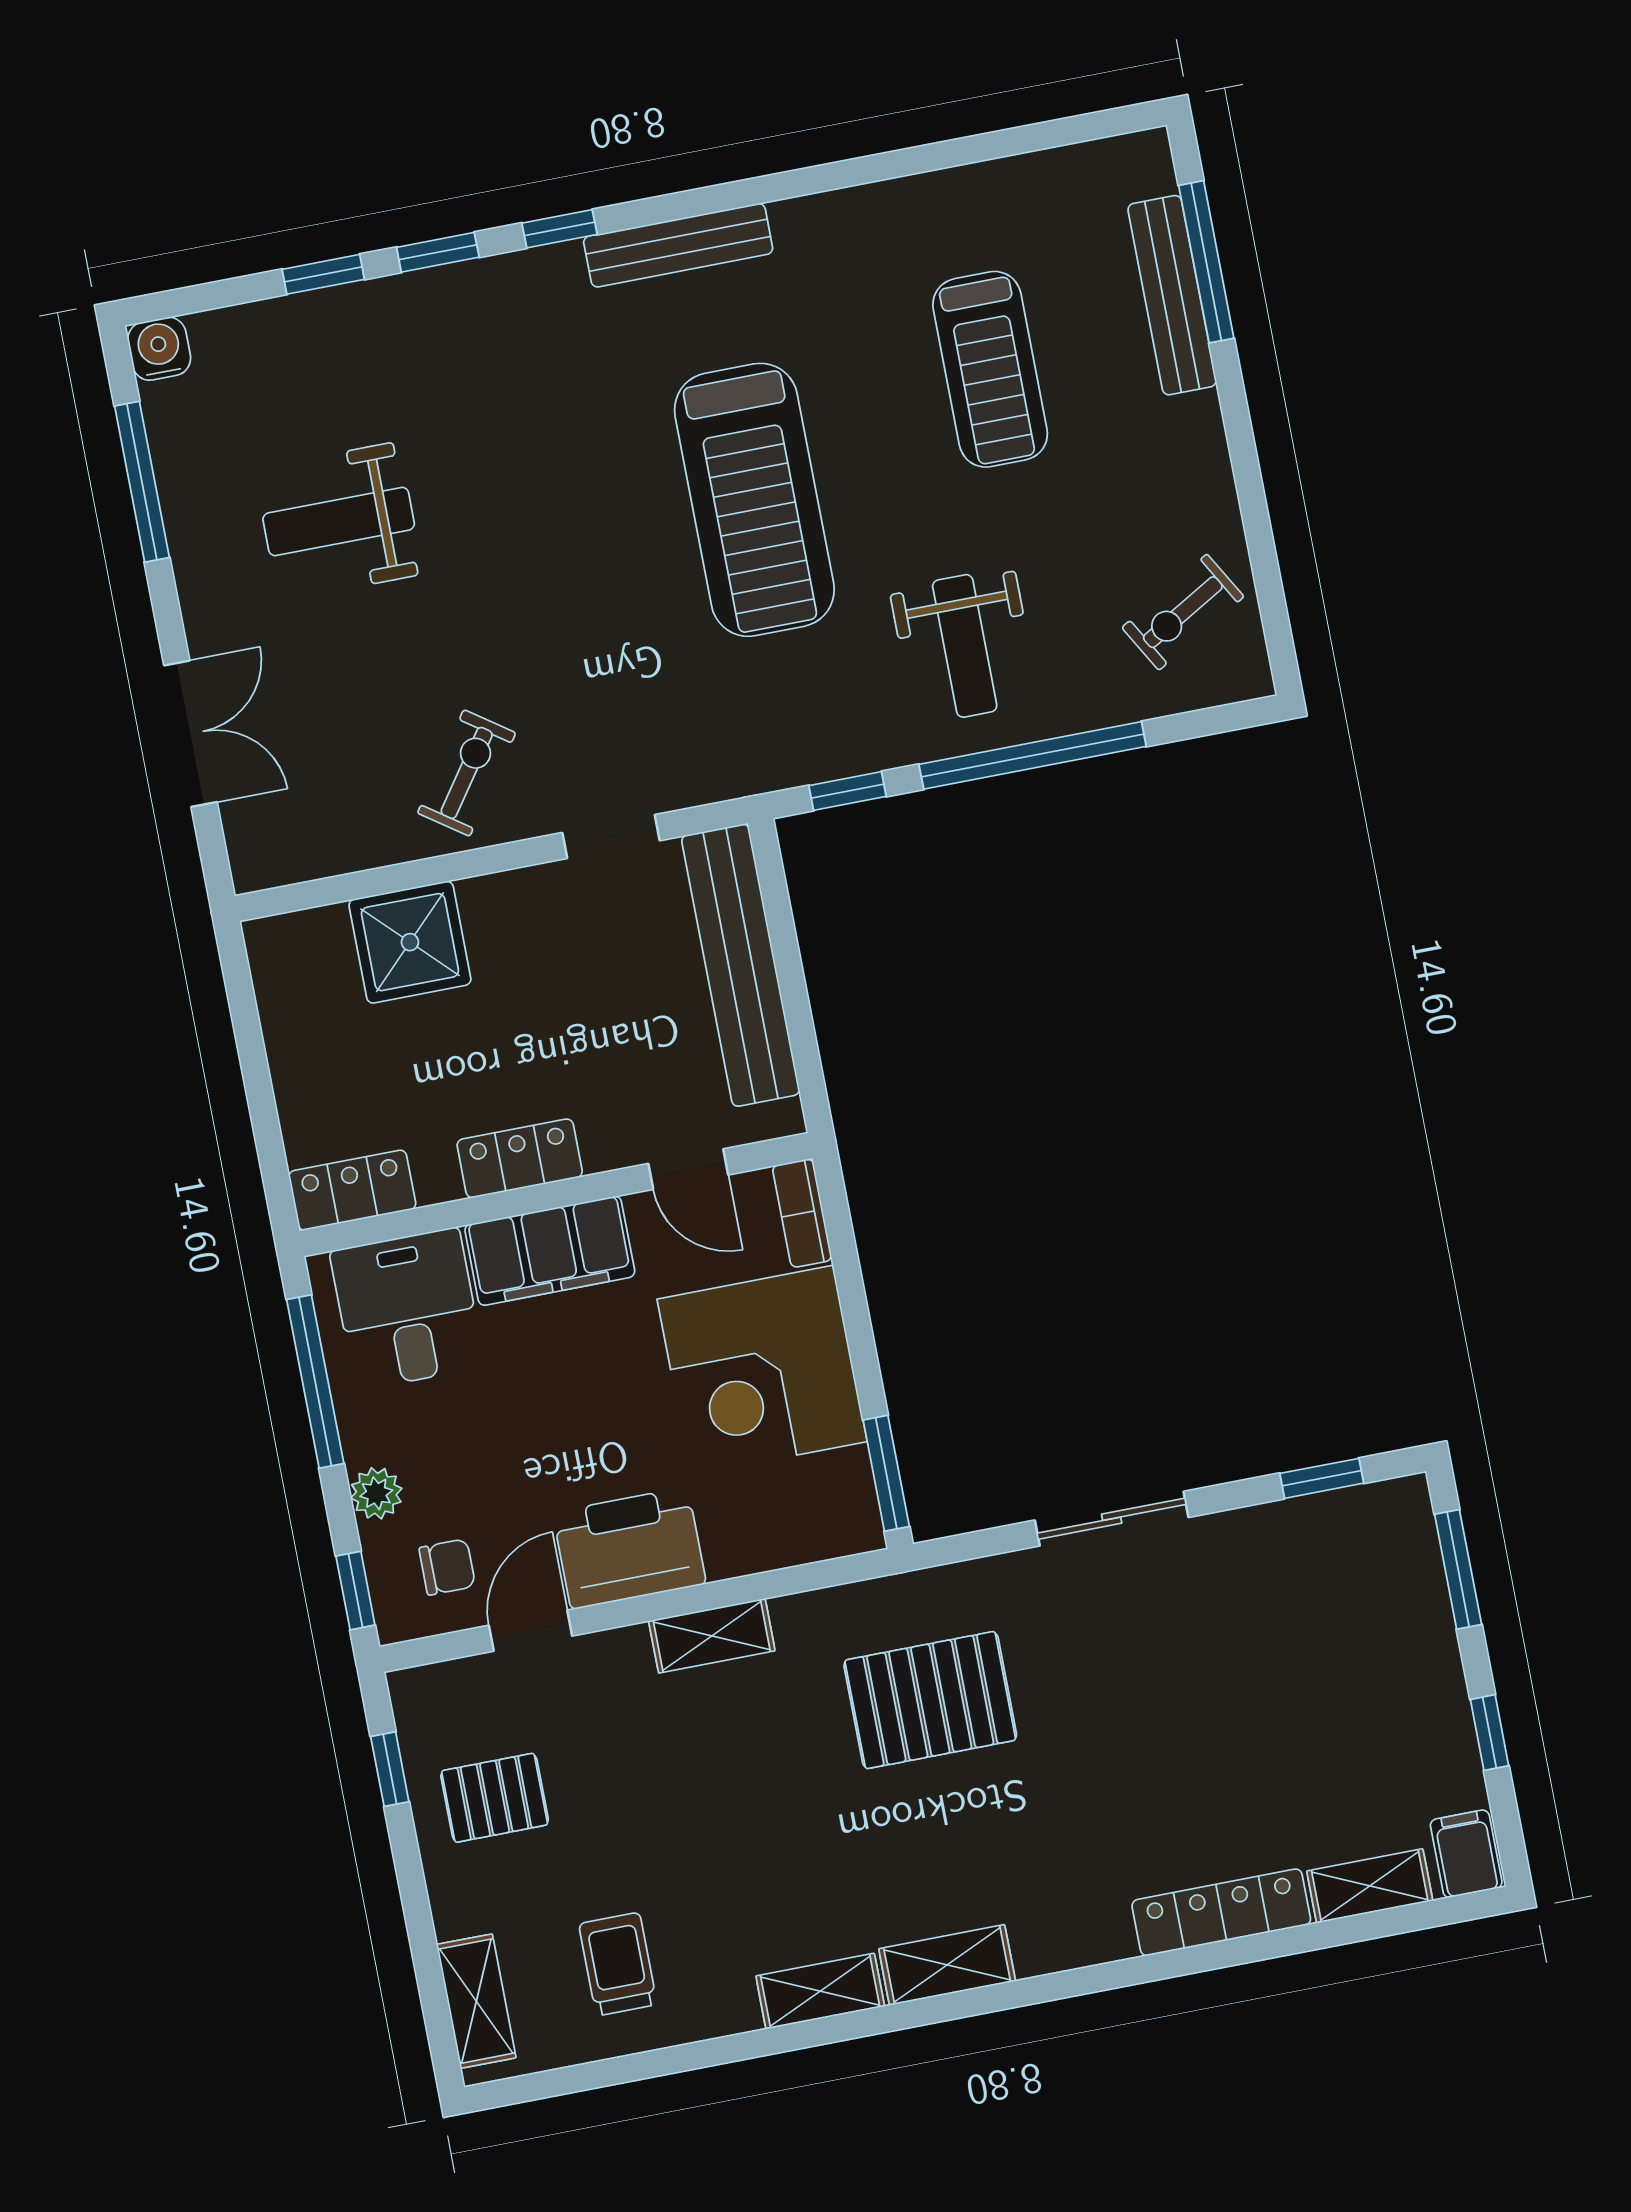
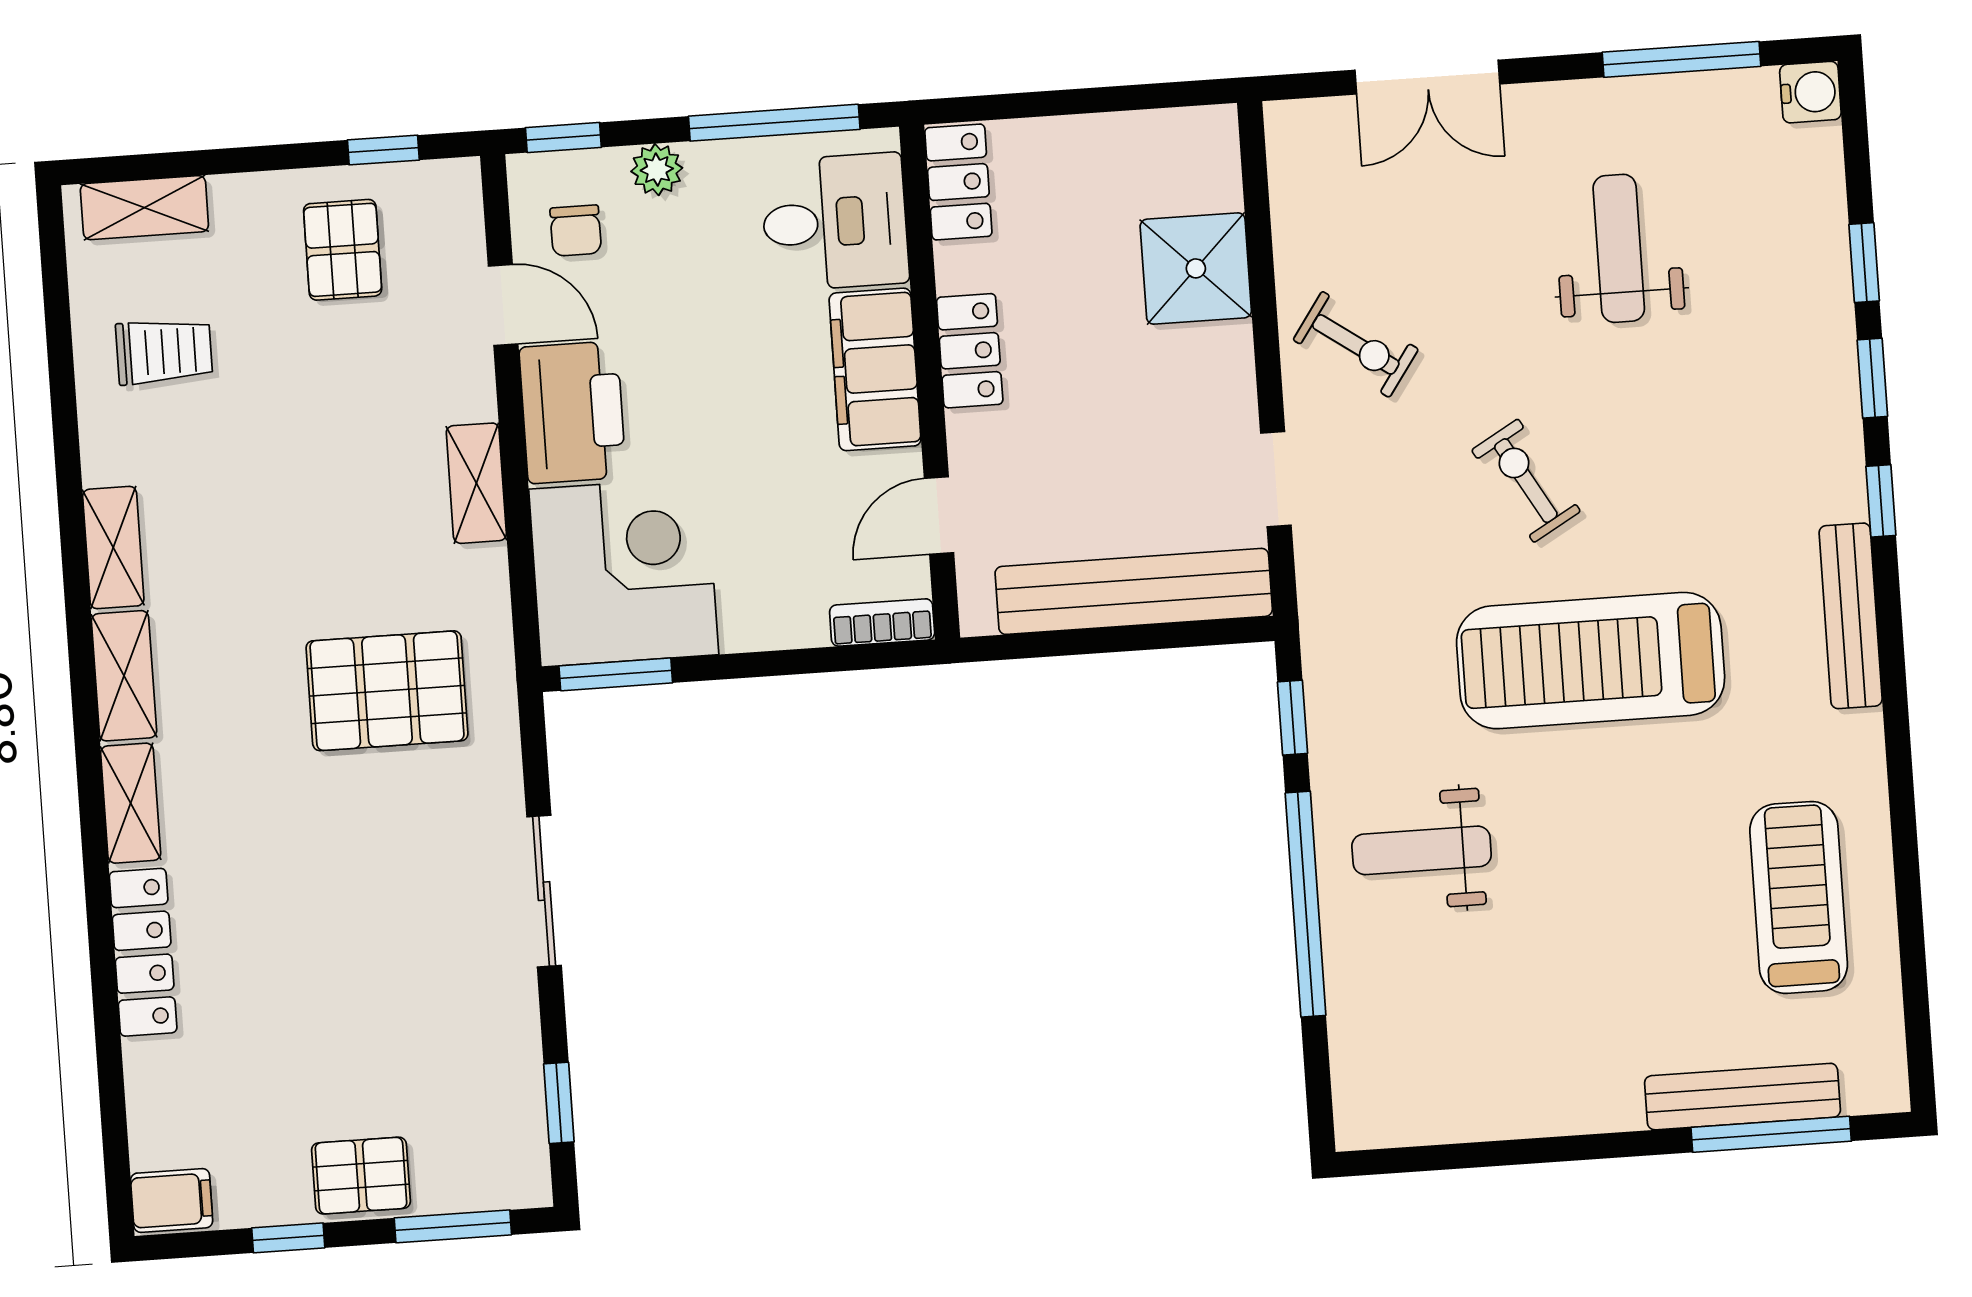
treadmill: (990, 369) -> (1799, 897), moved, turned 90
exercise bike: (1183, 612) -> (1526, 481), moved
corner desk: (762, 1370) -> (624, 572), moved, turned 90
pallet: (1418, 1667) -> (361, 1176), added
pallet: (930, 1700) -> (387, 691), turned 90
shelving: (1370, 1886) -> (131, 803), moved

